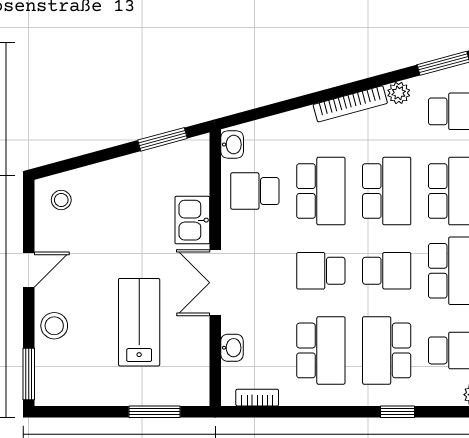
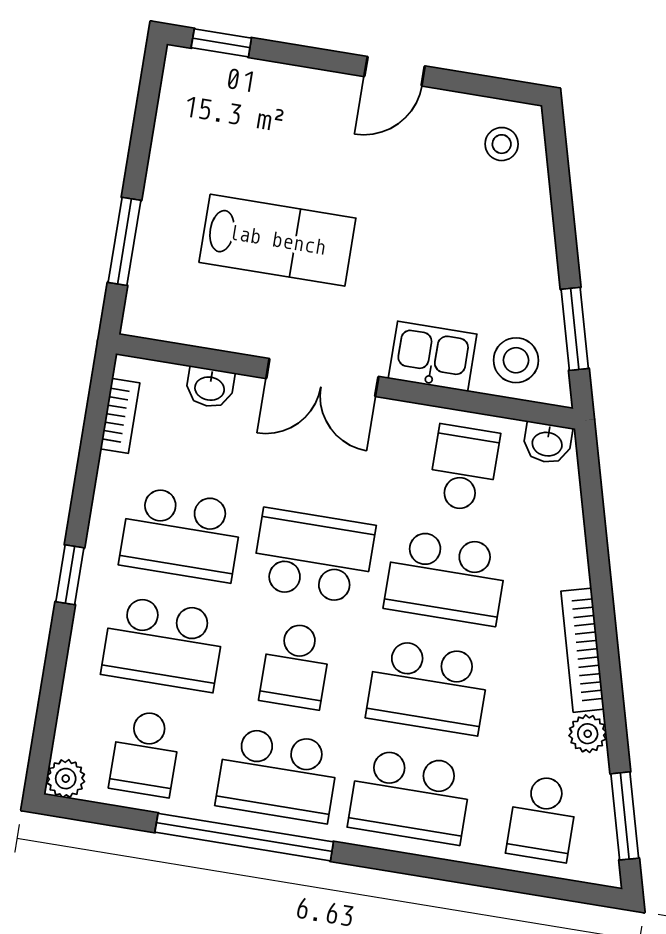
door: (29, 270) -> (395, 71), hinge flipped
school desk: (321, 271) -> (313, 556), width x1.85
double door: (215, 283) -> (322, 378), swing flipped
stool: (54, 326) -> (516, 360), moved
school desk: (387, 350) -> (163, 644), turned 180
window: (29, 374) -> (221, 43), width x0.67
window: (397, 412) -> (70, 575), moved

